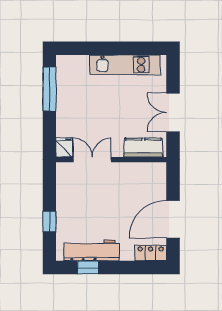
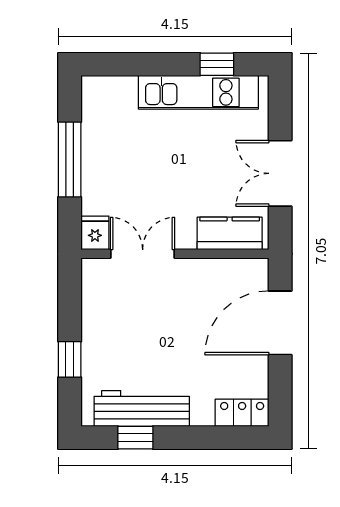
window: (136, 48) -> (217, 64), added
window: (49, 89) -> (70, 160), moved
door: (173, 219) -> (280, 323), moved

